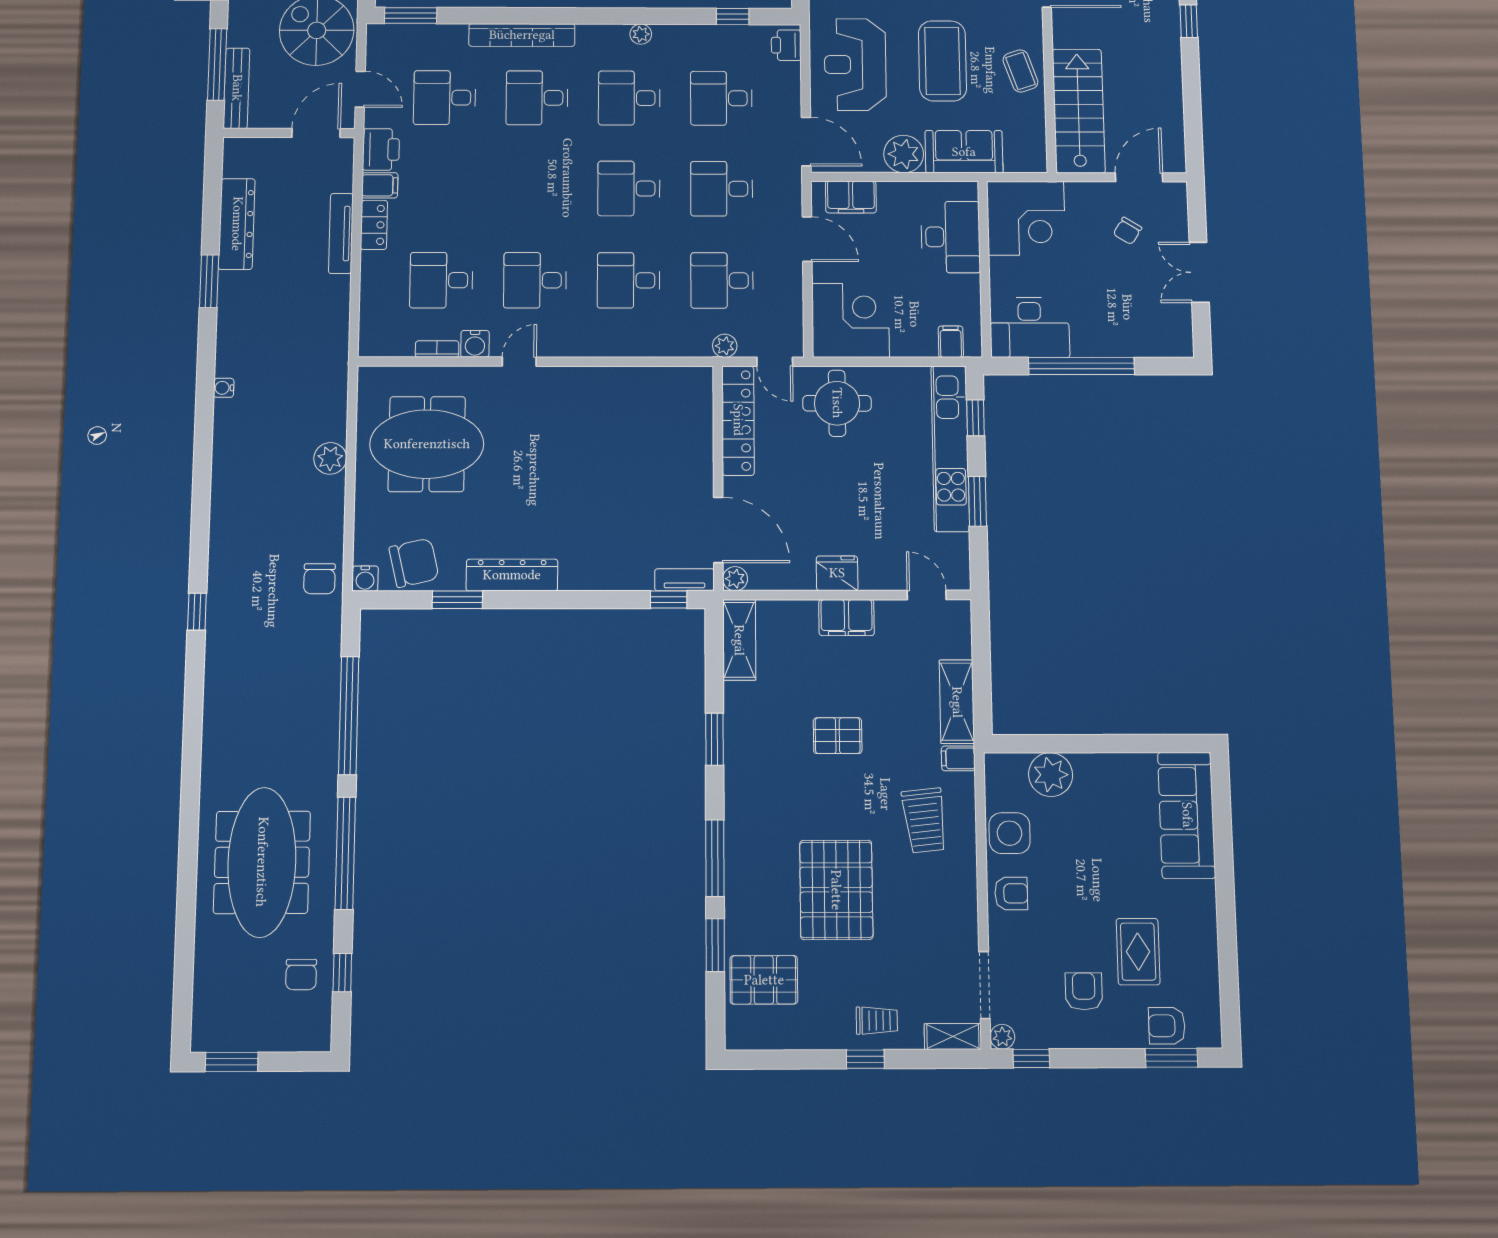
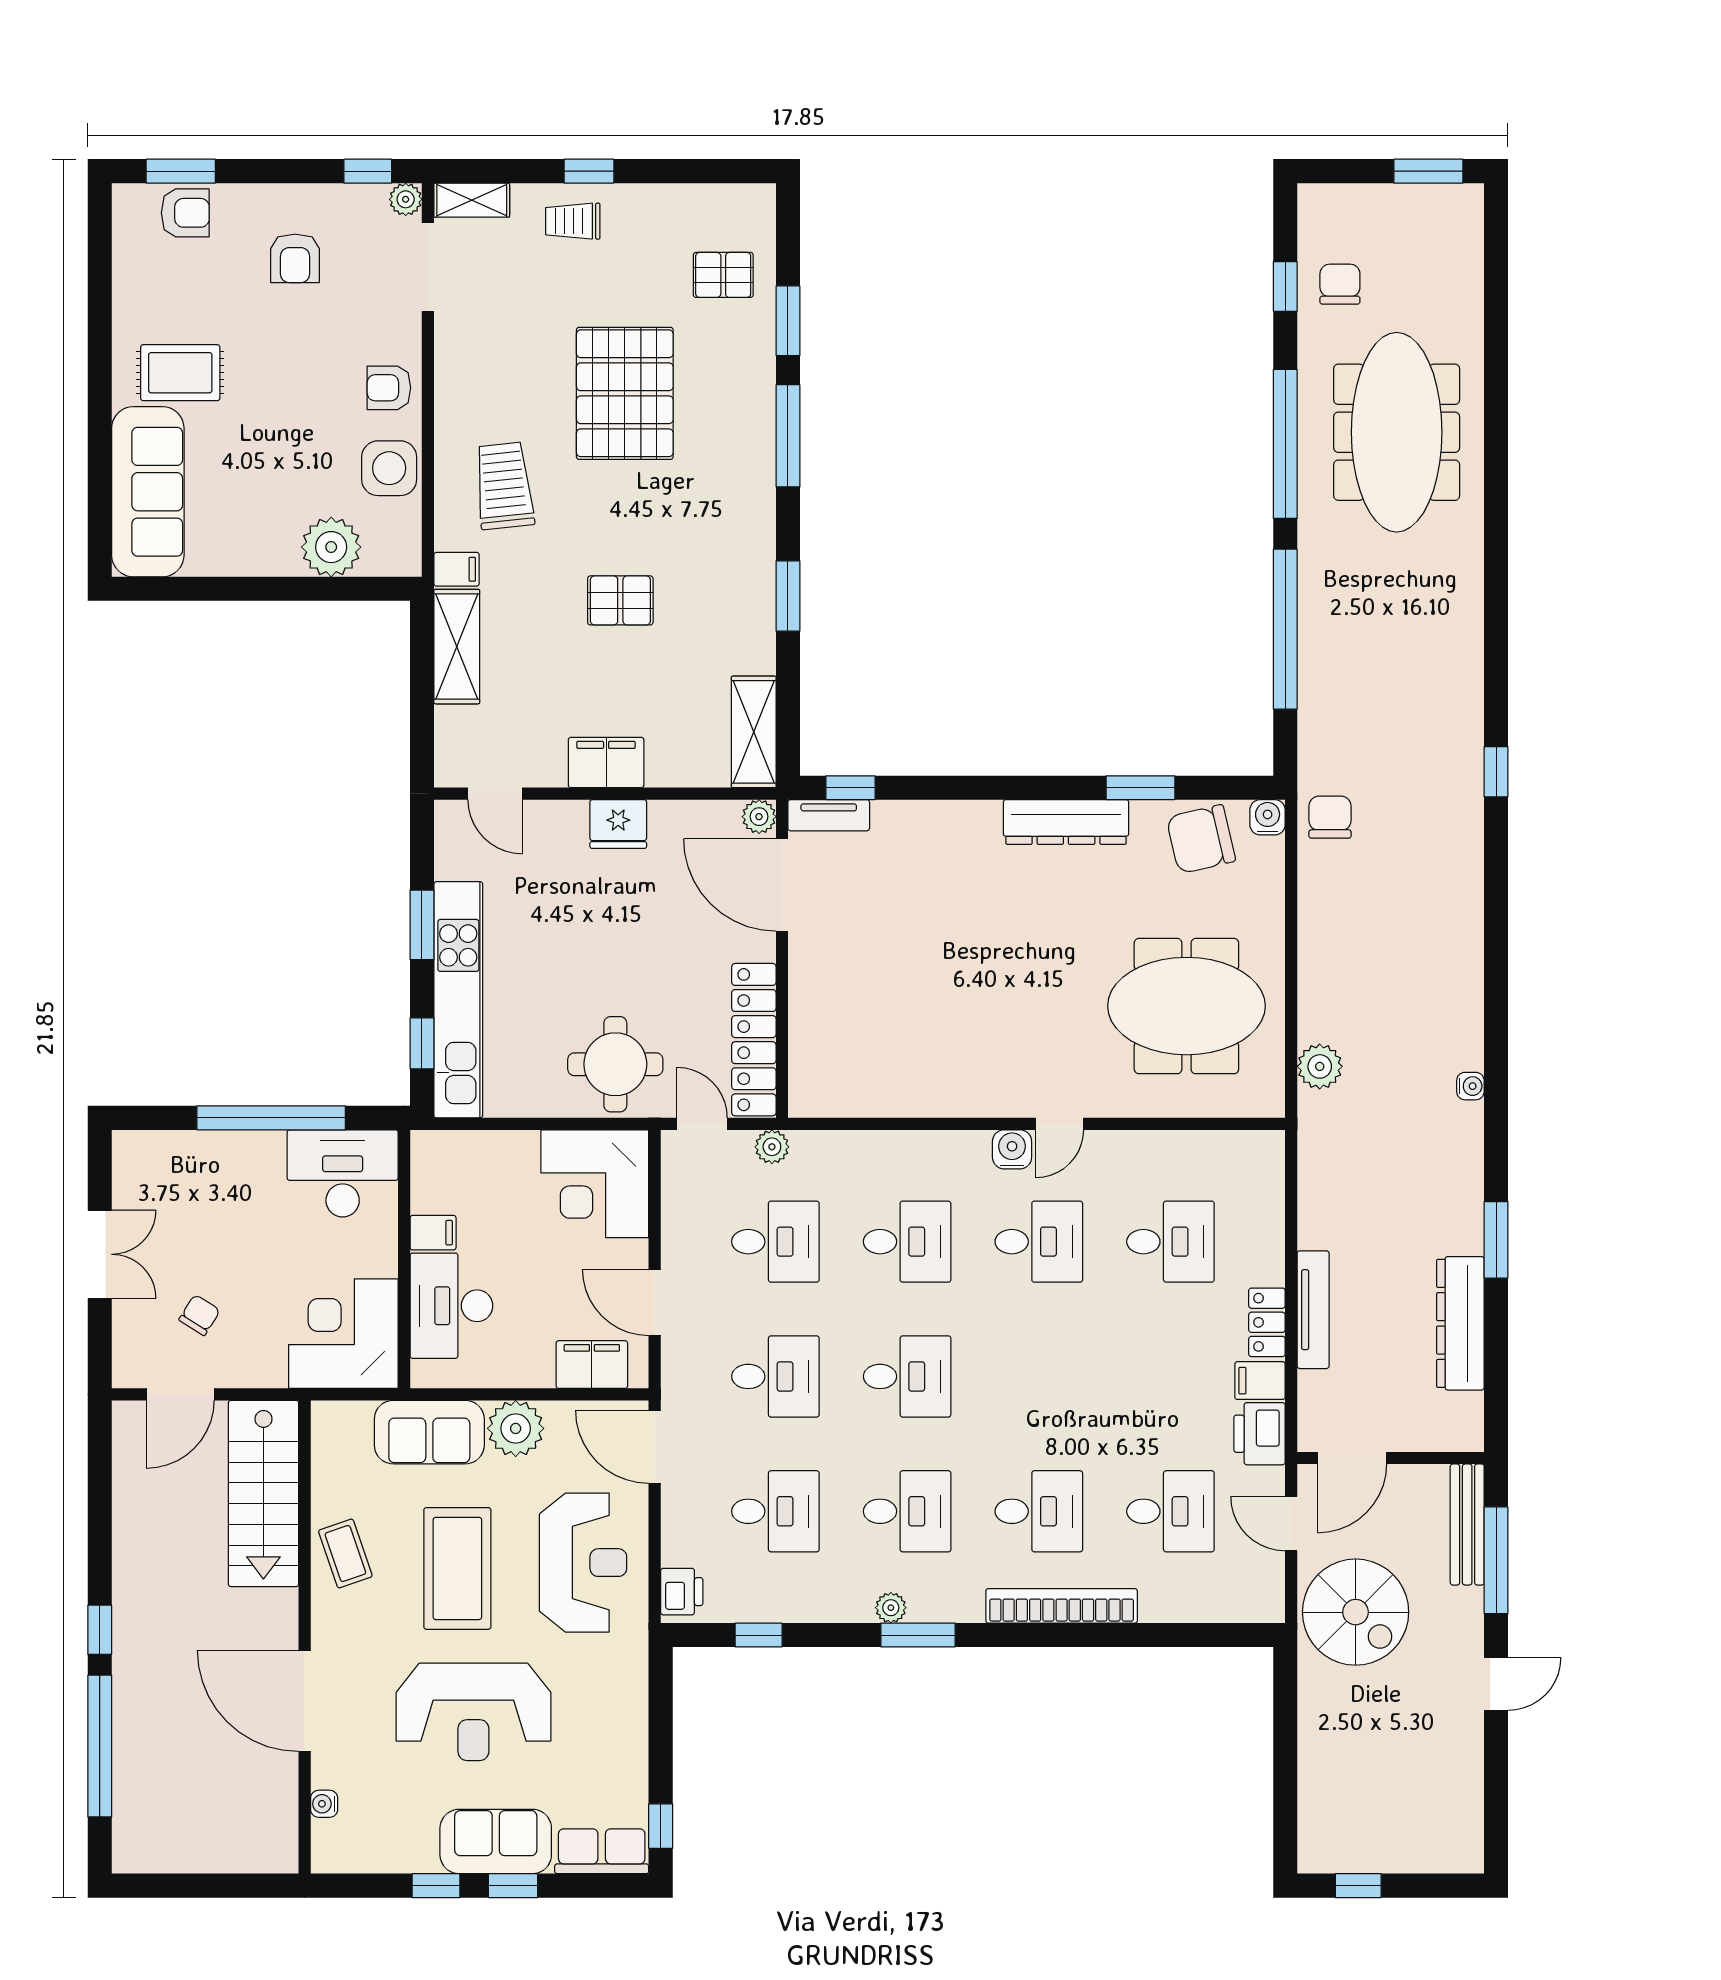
window: (411, 16) -> (918, 1635), moved
filing cabinet: (951, 342) -> (433, 1233), moved, turned -90
water cooler: (475, 344) -> (1012, 1149), moved
bookcase: (437, 349) -> (1175, 1142), removed
plant: (330, 458) -> (1320, 1066), moved
rug: (1138, 952) -> (180, 373), moved, turned 90
pallet: (764, 980) -> (723, 275), width x0.67, depth x0.71

